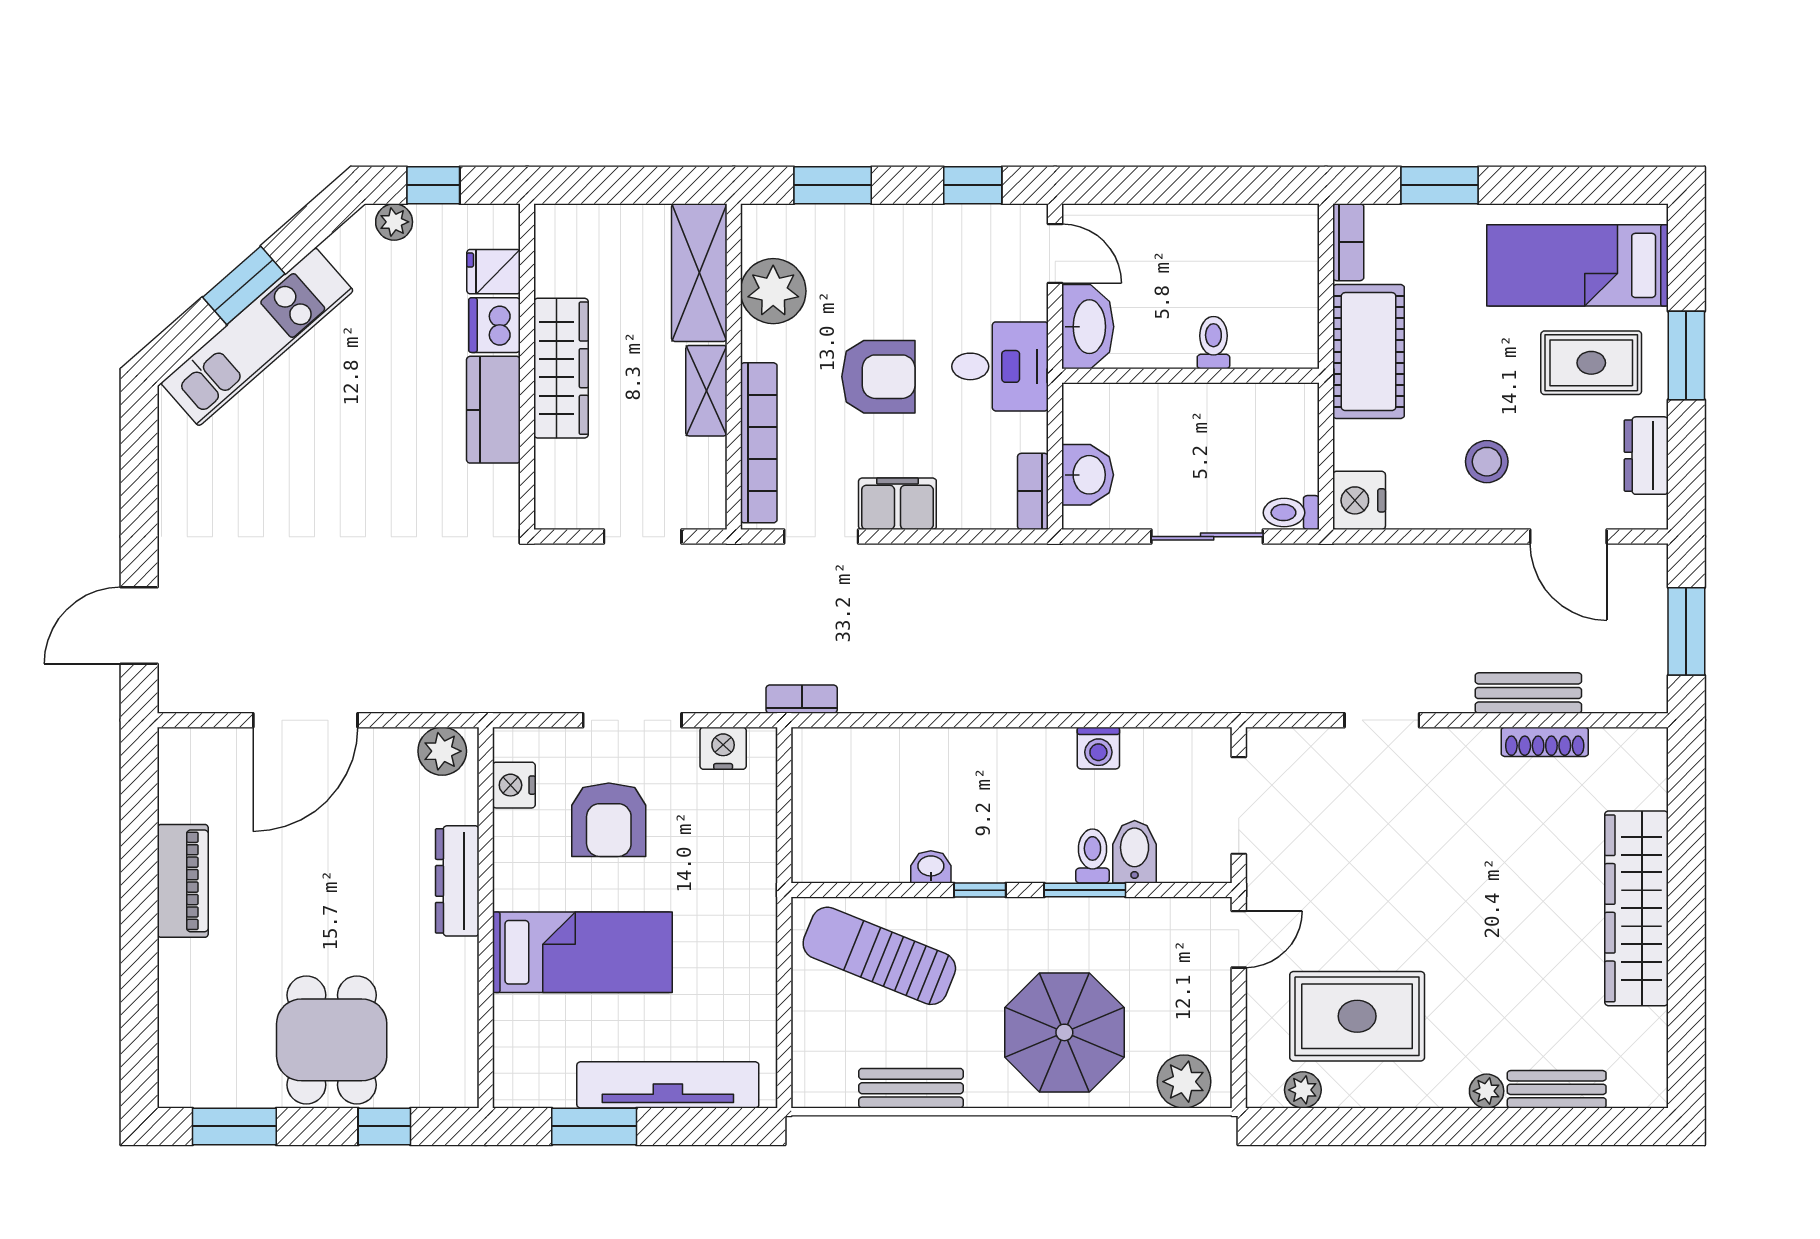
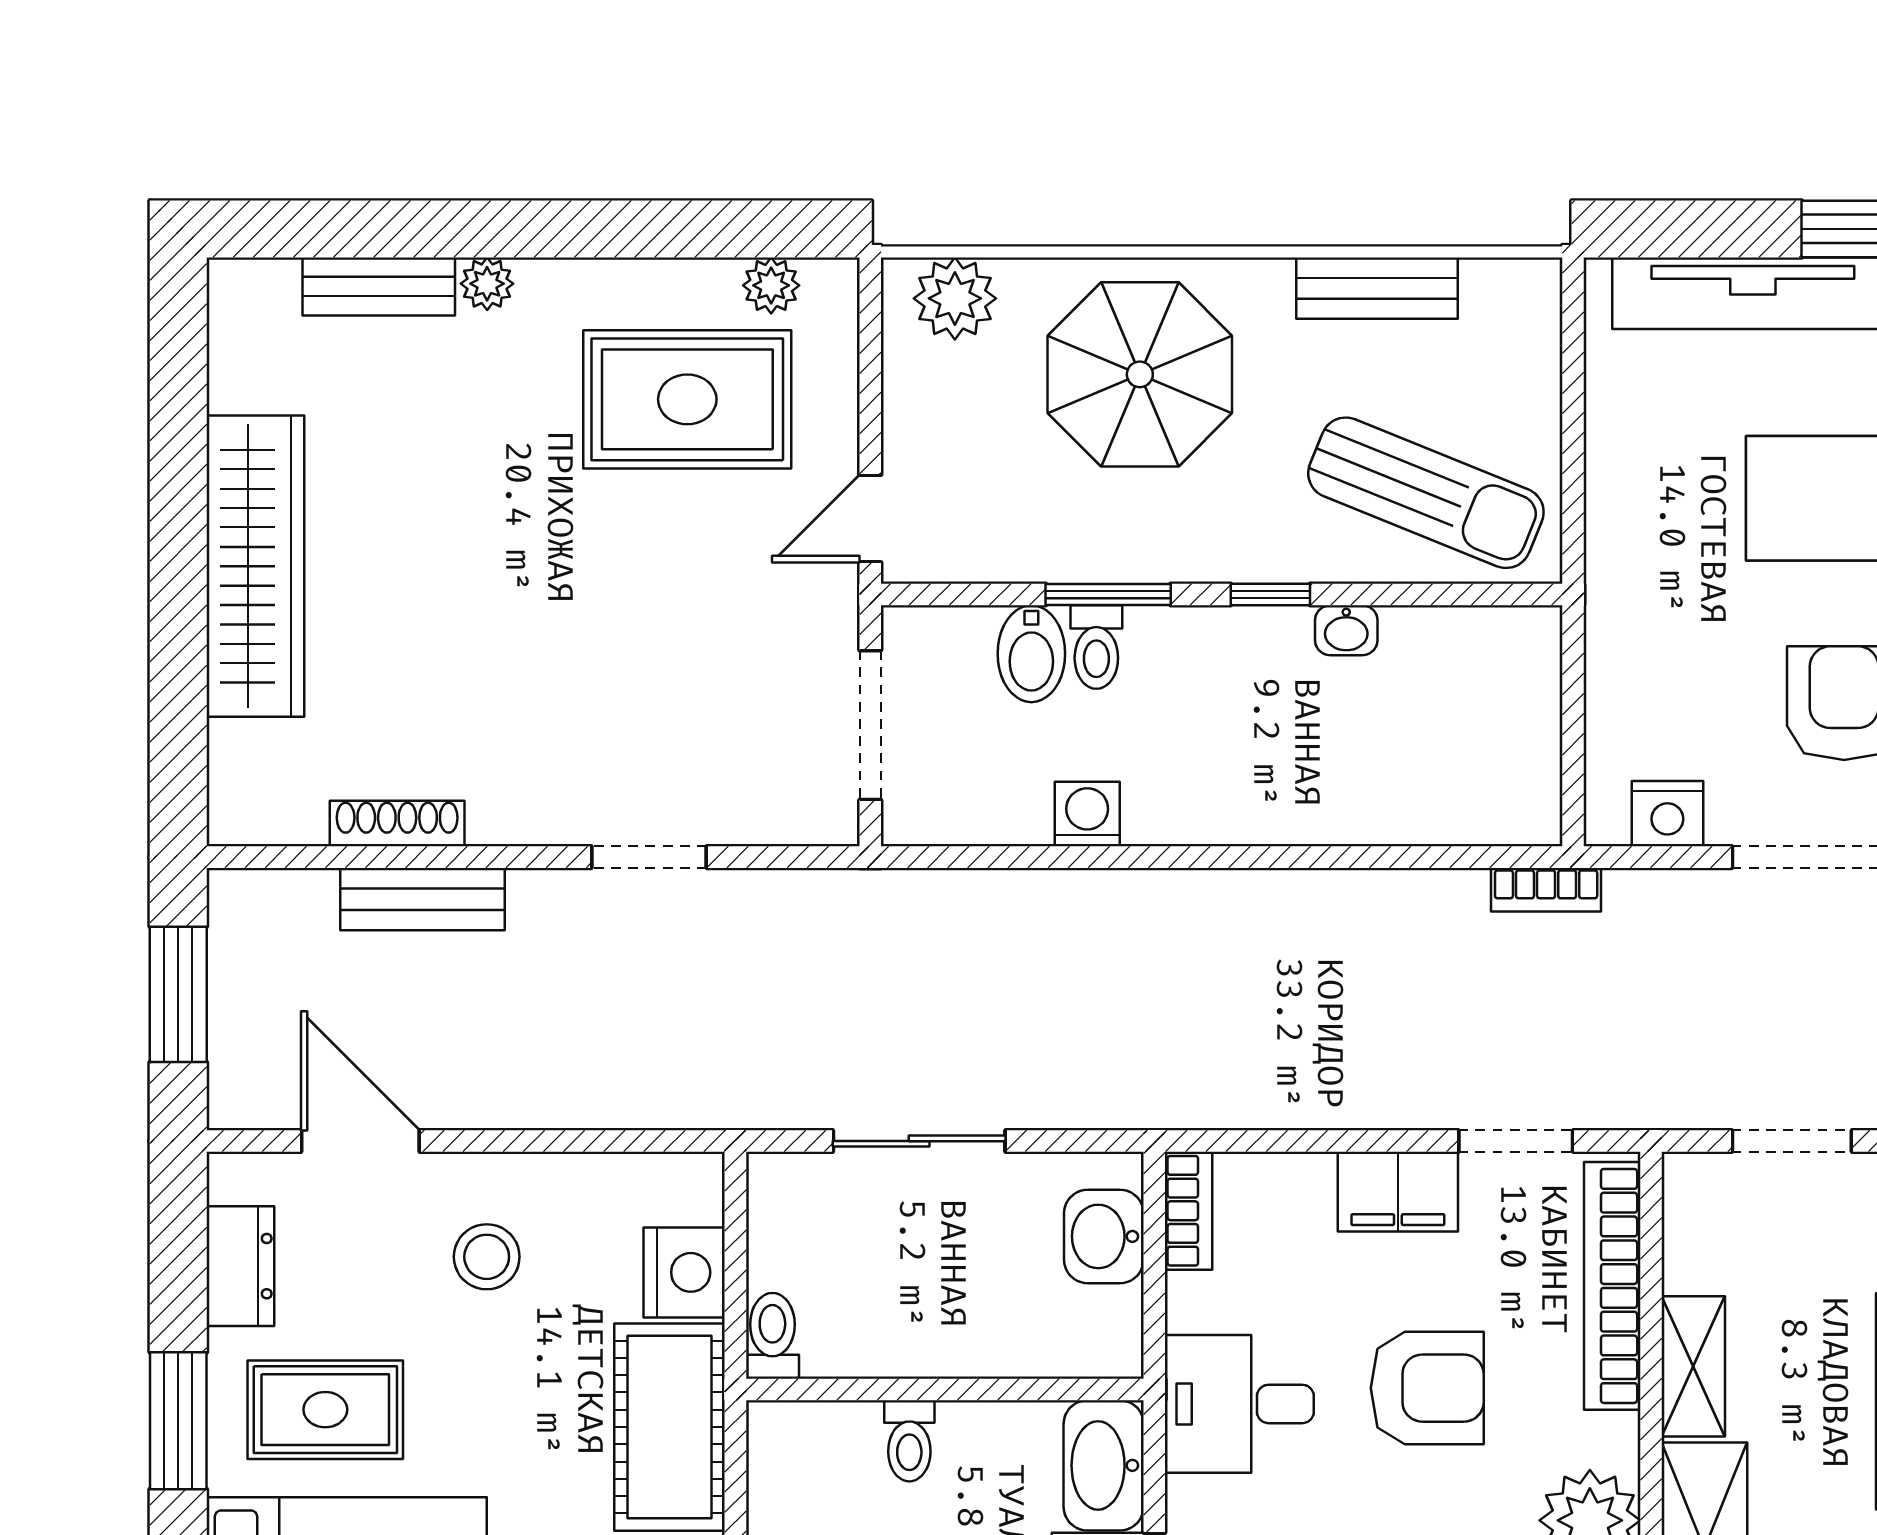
armchair: (878, 377) -> (1427, 1388), turned 180
nightstand: (1359, 500) -> (684, 1272), moved
toilet: (1291, 513) -> (772, 1336), moved, turned -90

